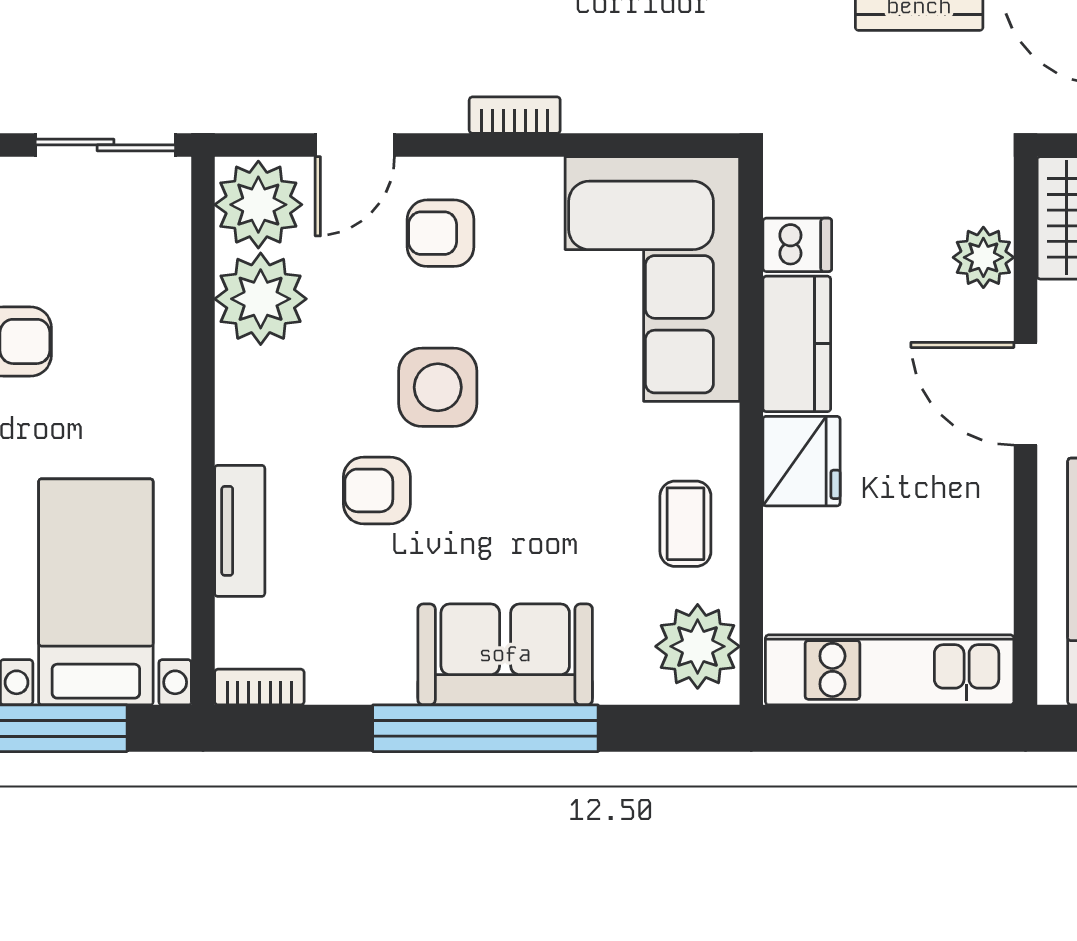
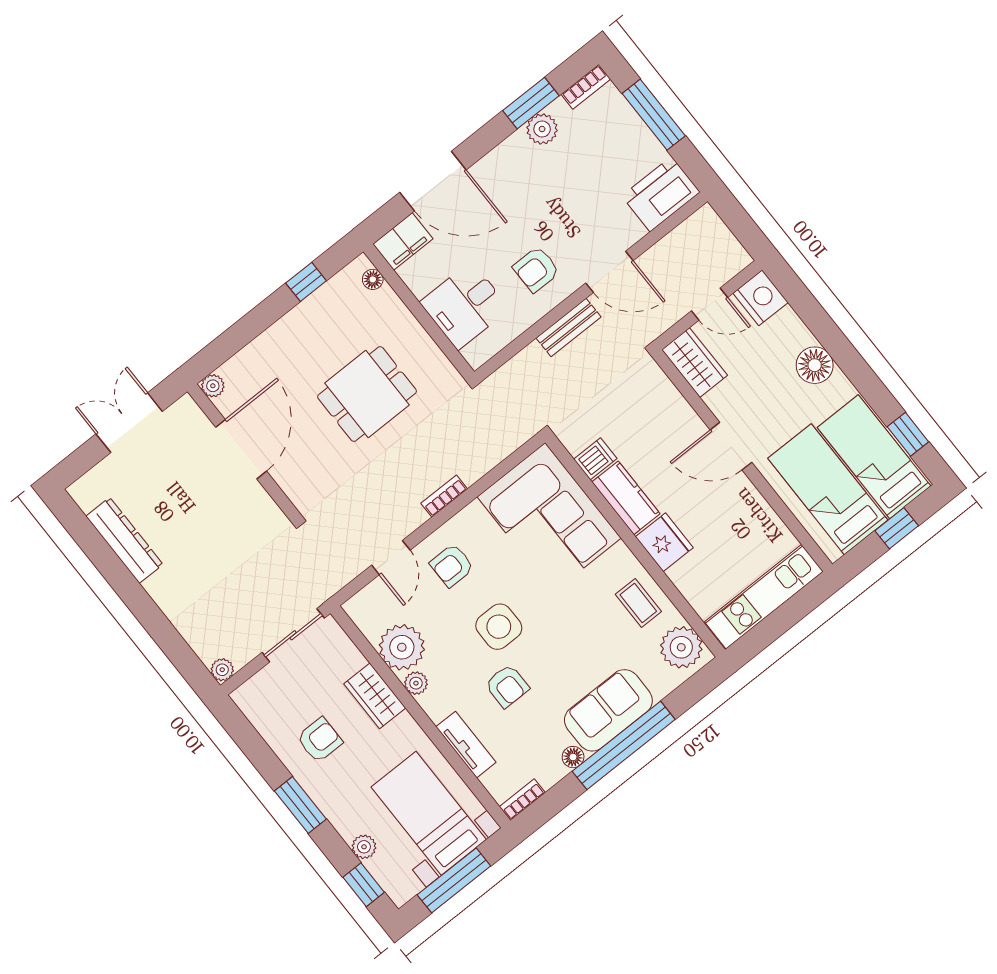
plant: (258, 205) -> (416, 683), moved, width x0.53, depth x0.53
plant: (983, 257) -> (672, 406), removed
wardrobe: (158, 341) -> (375, 696), added
armchair: (377, 490) -> (507, 686), turned -90
floor lamp: (392, 683) -> (573, 757), added

